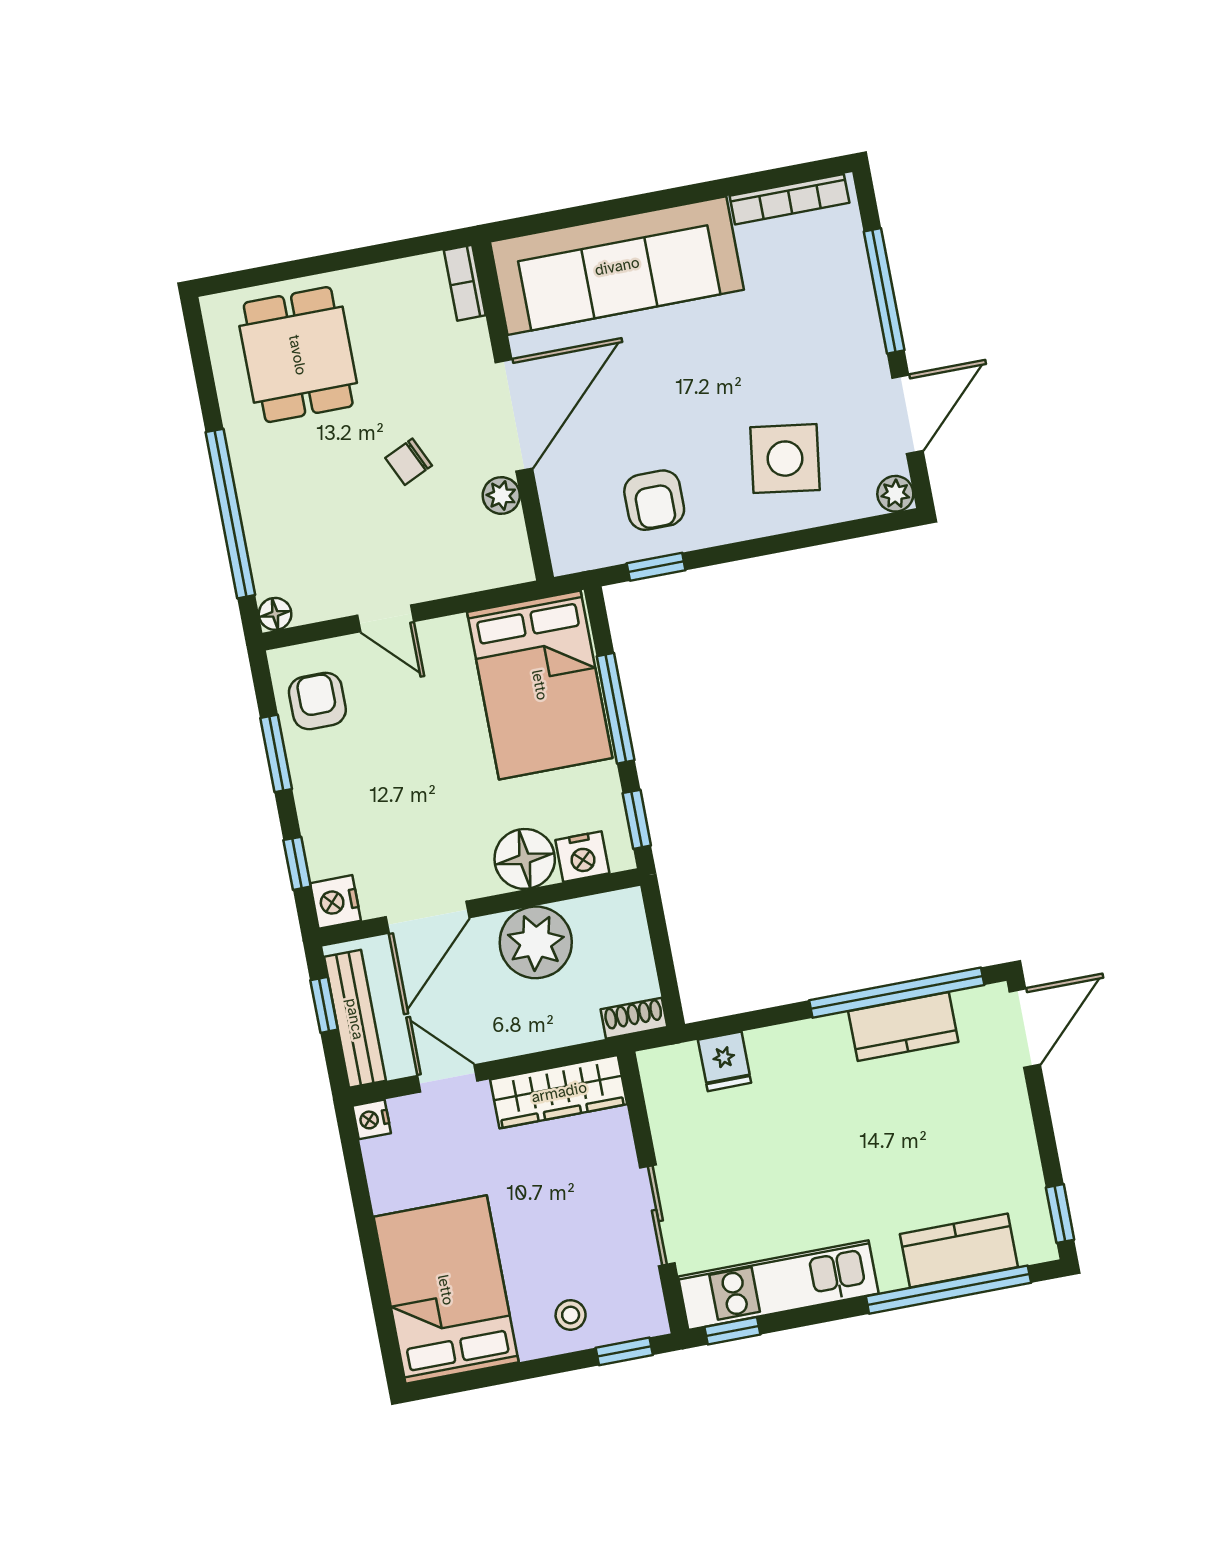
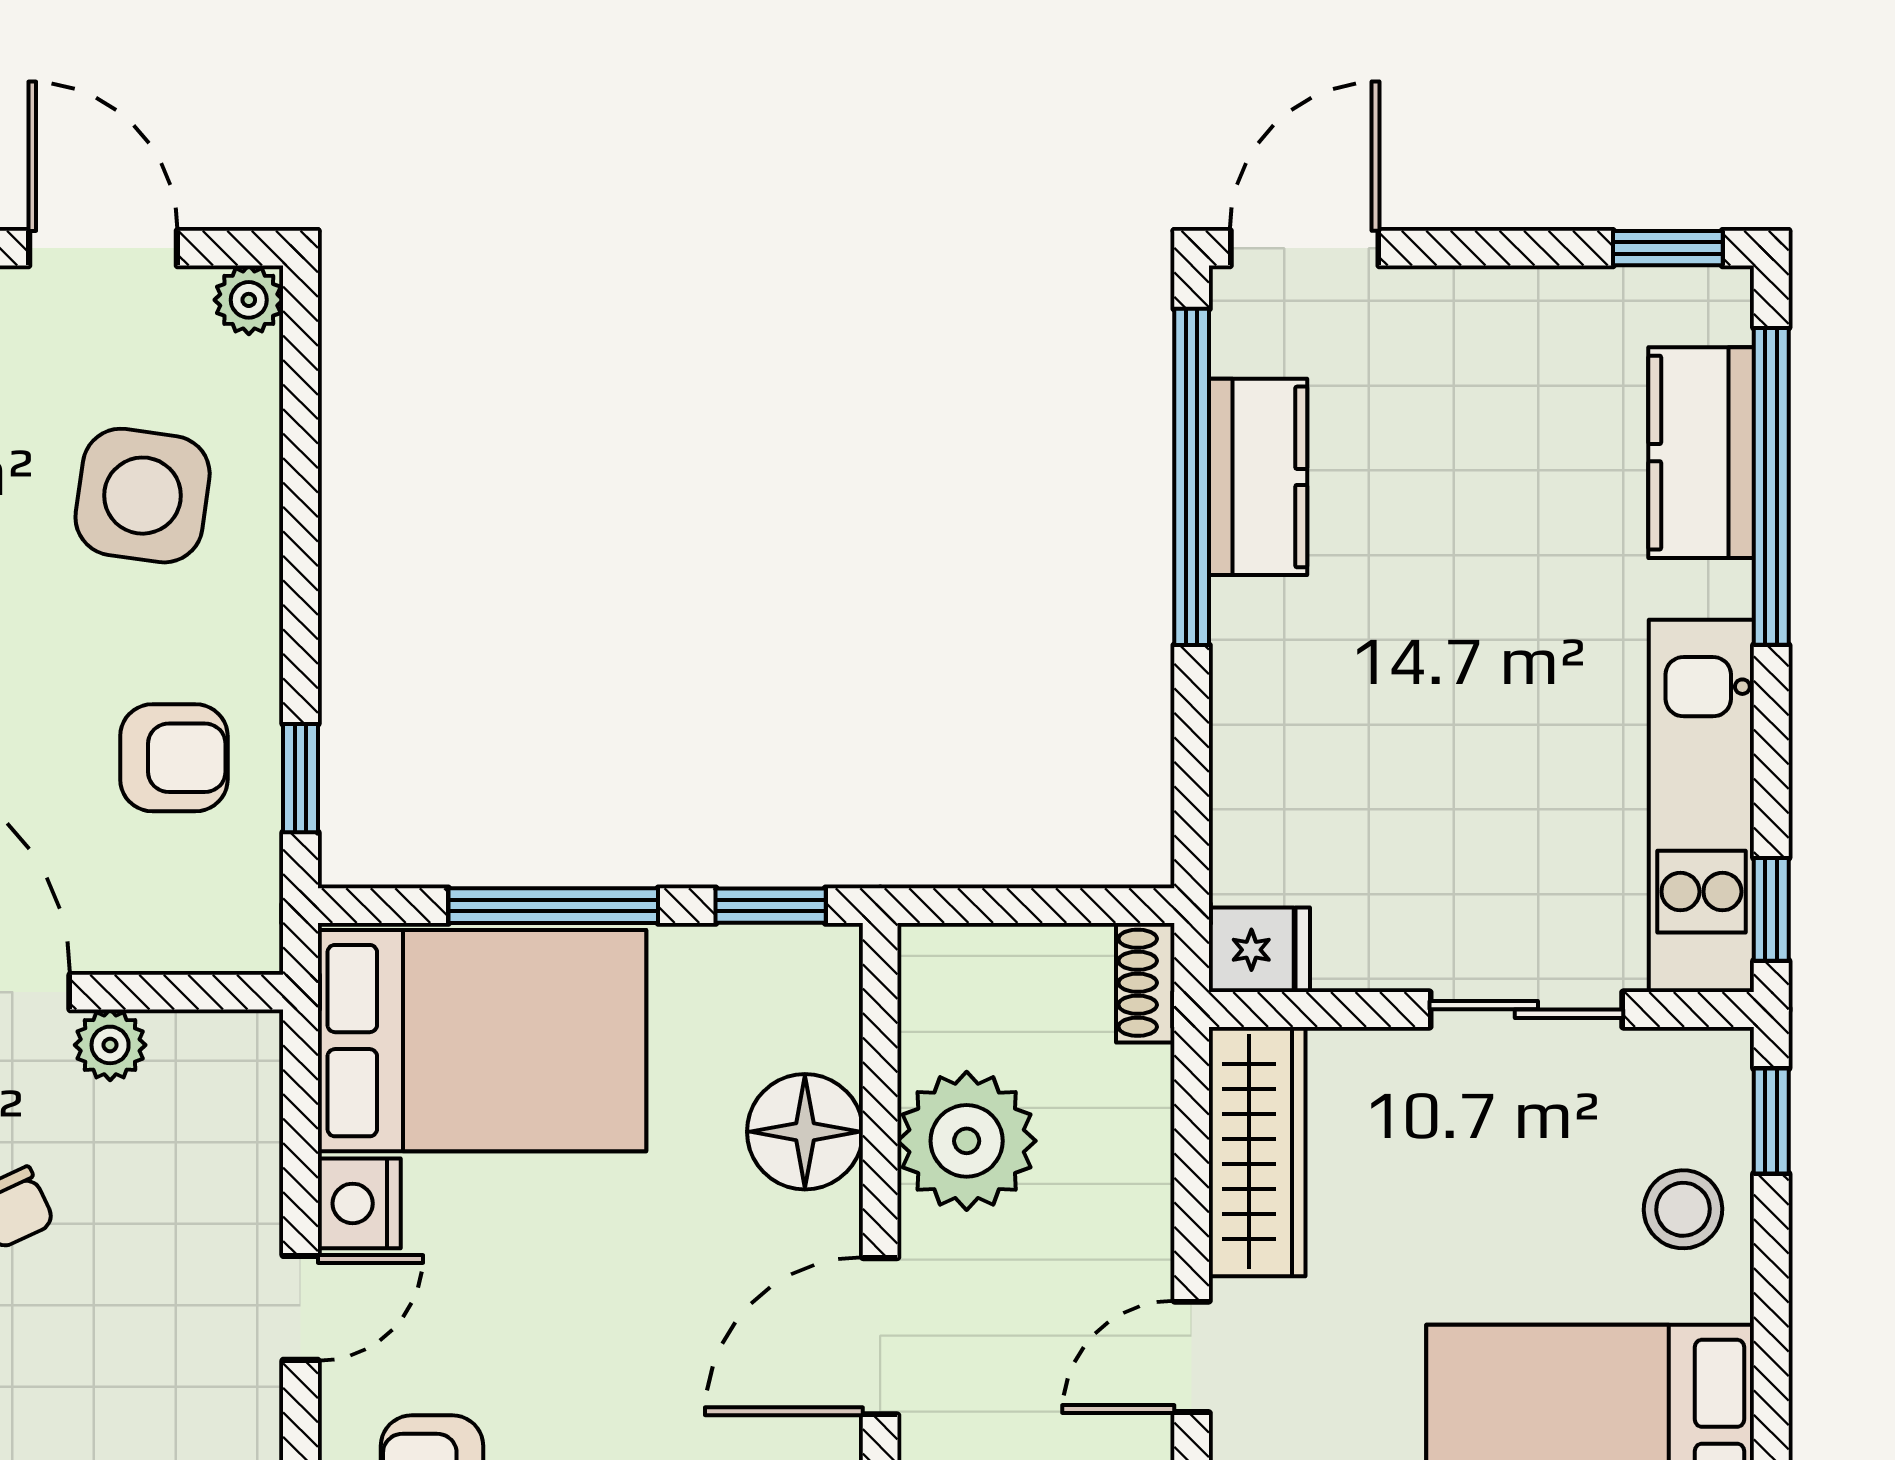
nightstand: (582, 857) -> (359, 1203), moved, turned 180
door: (428, 917) -> (880, 1336), swing flipped
door: (1025, 1028) -> (1305, 248), hinge flipped
fridge: (725, 1061) -> (1259, 950), moved
stool: (571, 1315) -> (1683, 1209), width x1.37, depth x1.37

